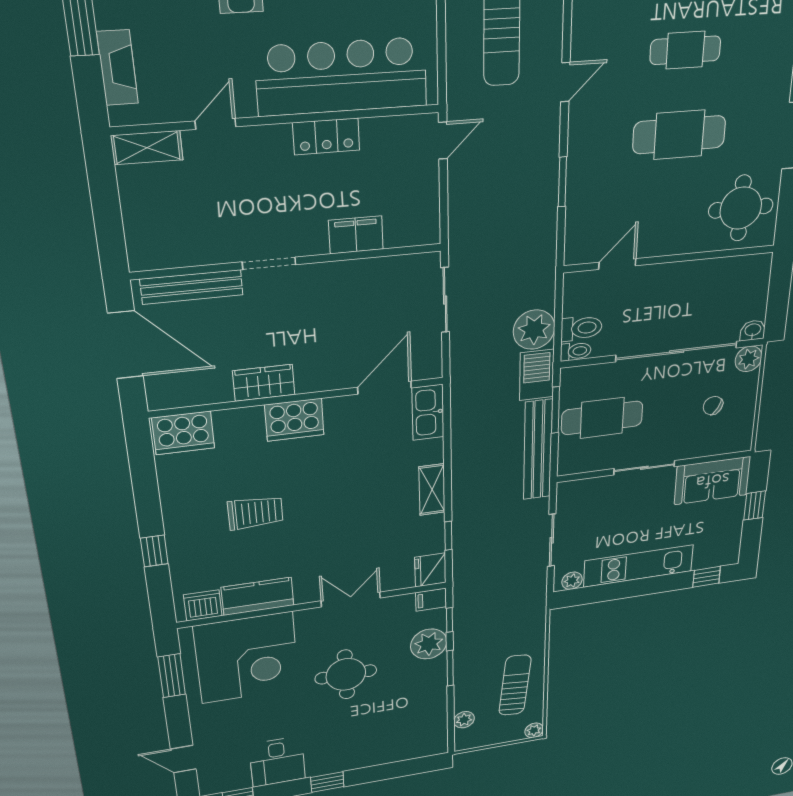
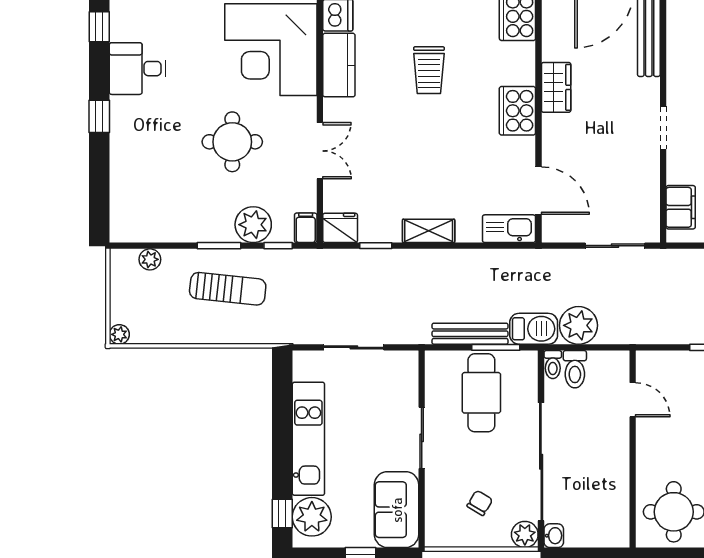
filing cabinet: (356, 235) -> (681, 207), moved
doorway: (269, 263) -> (663, 128), moved
bench: (538, 450) -> (470, 334), width x0.73, depth x0.82
plant: (572, 581) -> (312, 517), moved, width x1.87, depth x1.87
sun lounger: (515, 685) -> (228, 289), moved

